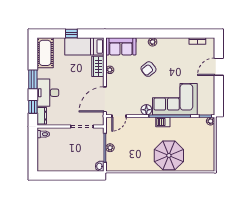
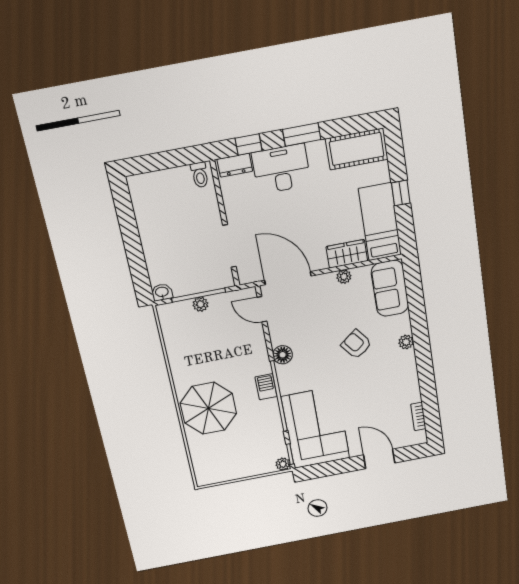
corner sofa: (175, 99) -> (316, 428), moved

